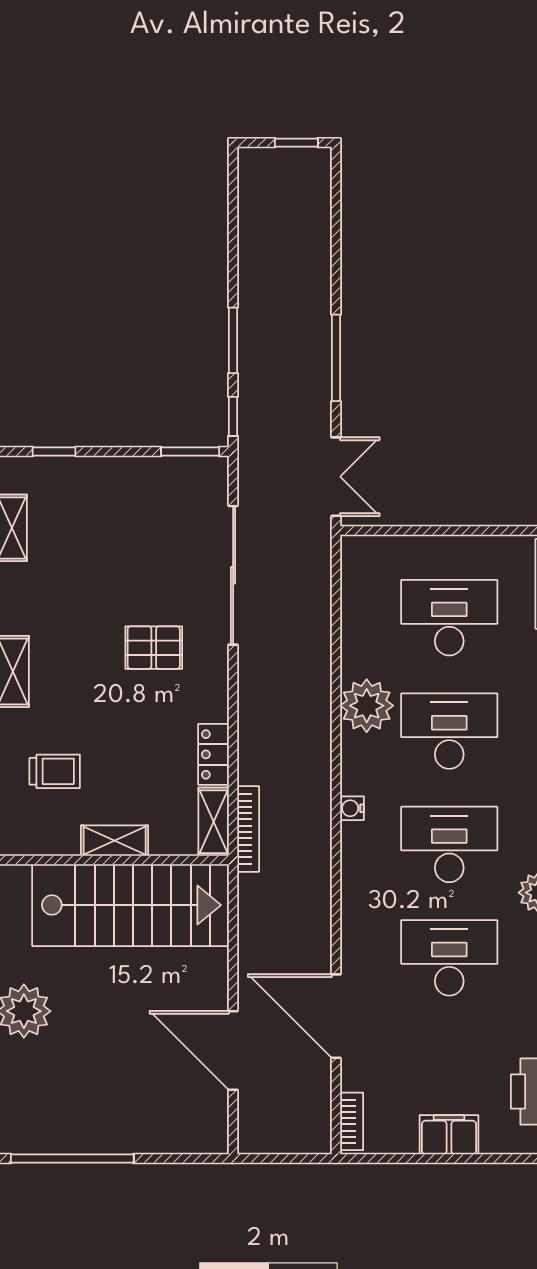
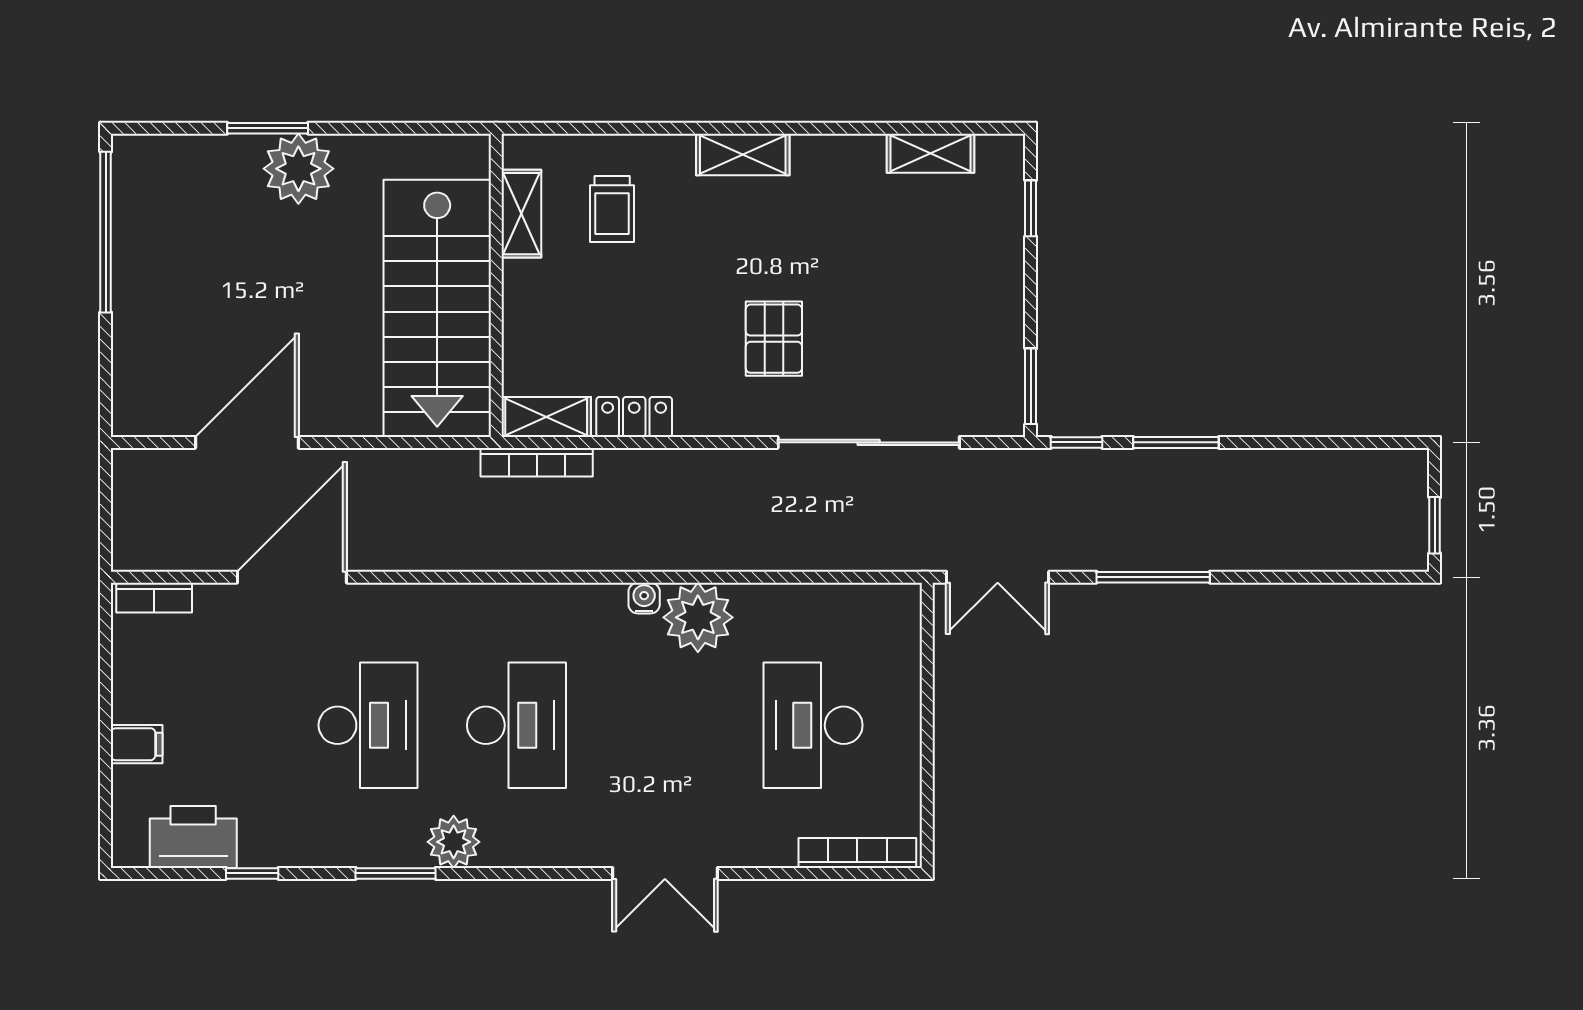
desk: (449, 618) -> (813, 725), turned 180
desk: (449, 731) -> (665, 725), removed
water cooler: (352, 808) -> (644, 598), moved
shelving: (115, 841) -> (521, 214), moved
filing cabinet: (449, 1135) -> (137, 744), width x0.50

